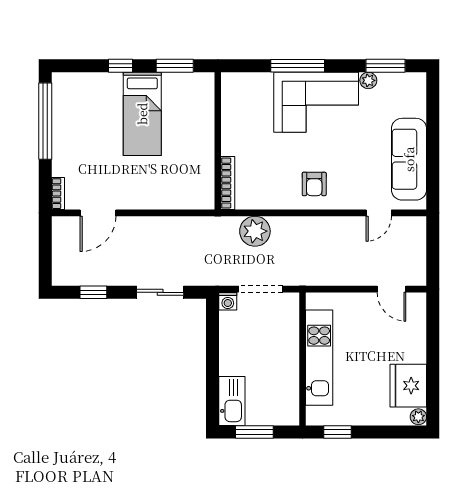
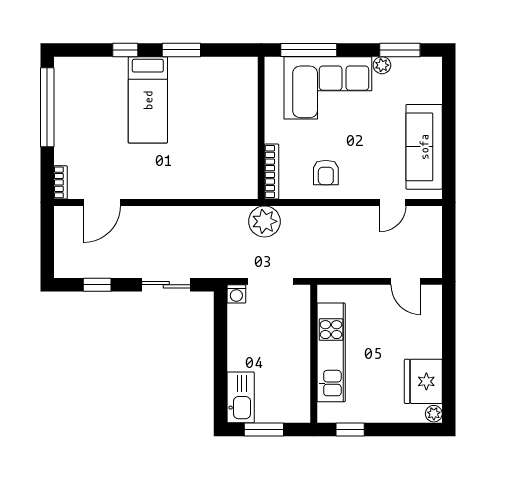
wall: (218, 141) -> (261, 128), moved
bookcase: (228, 183) -> (272, 172), moved

